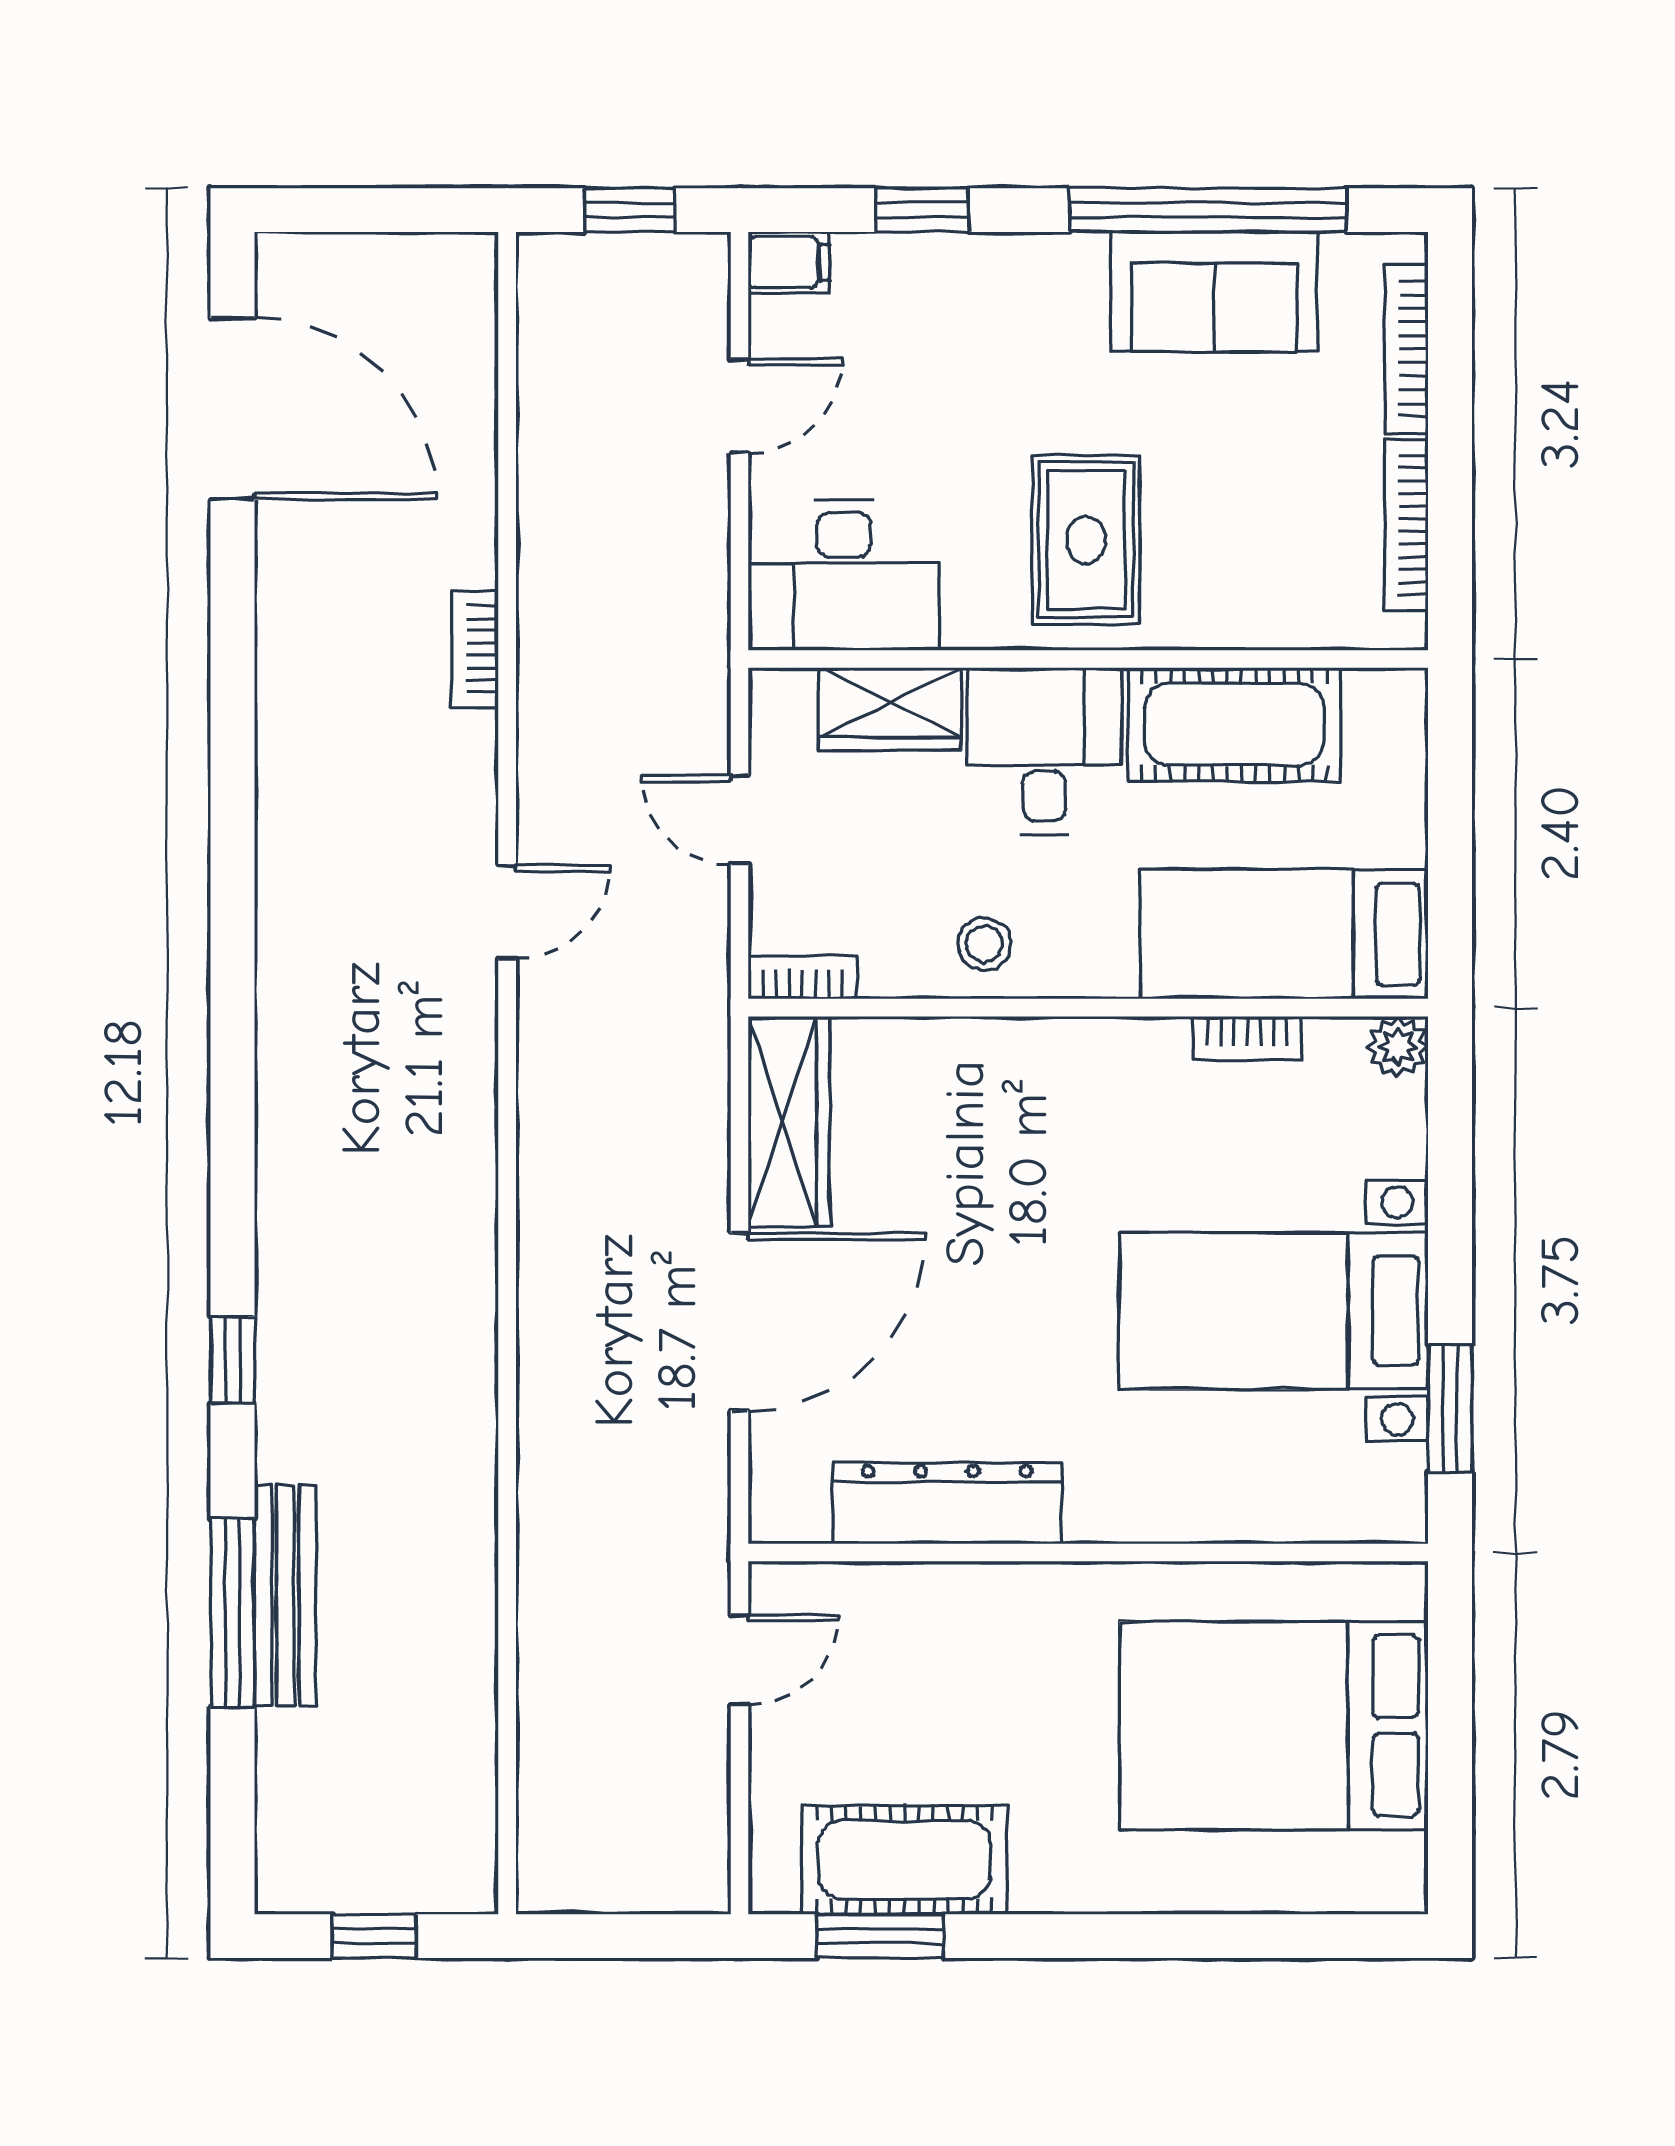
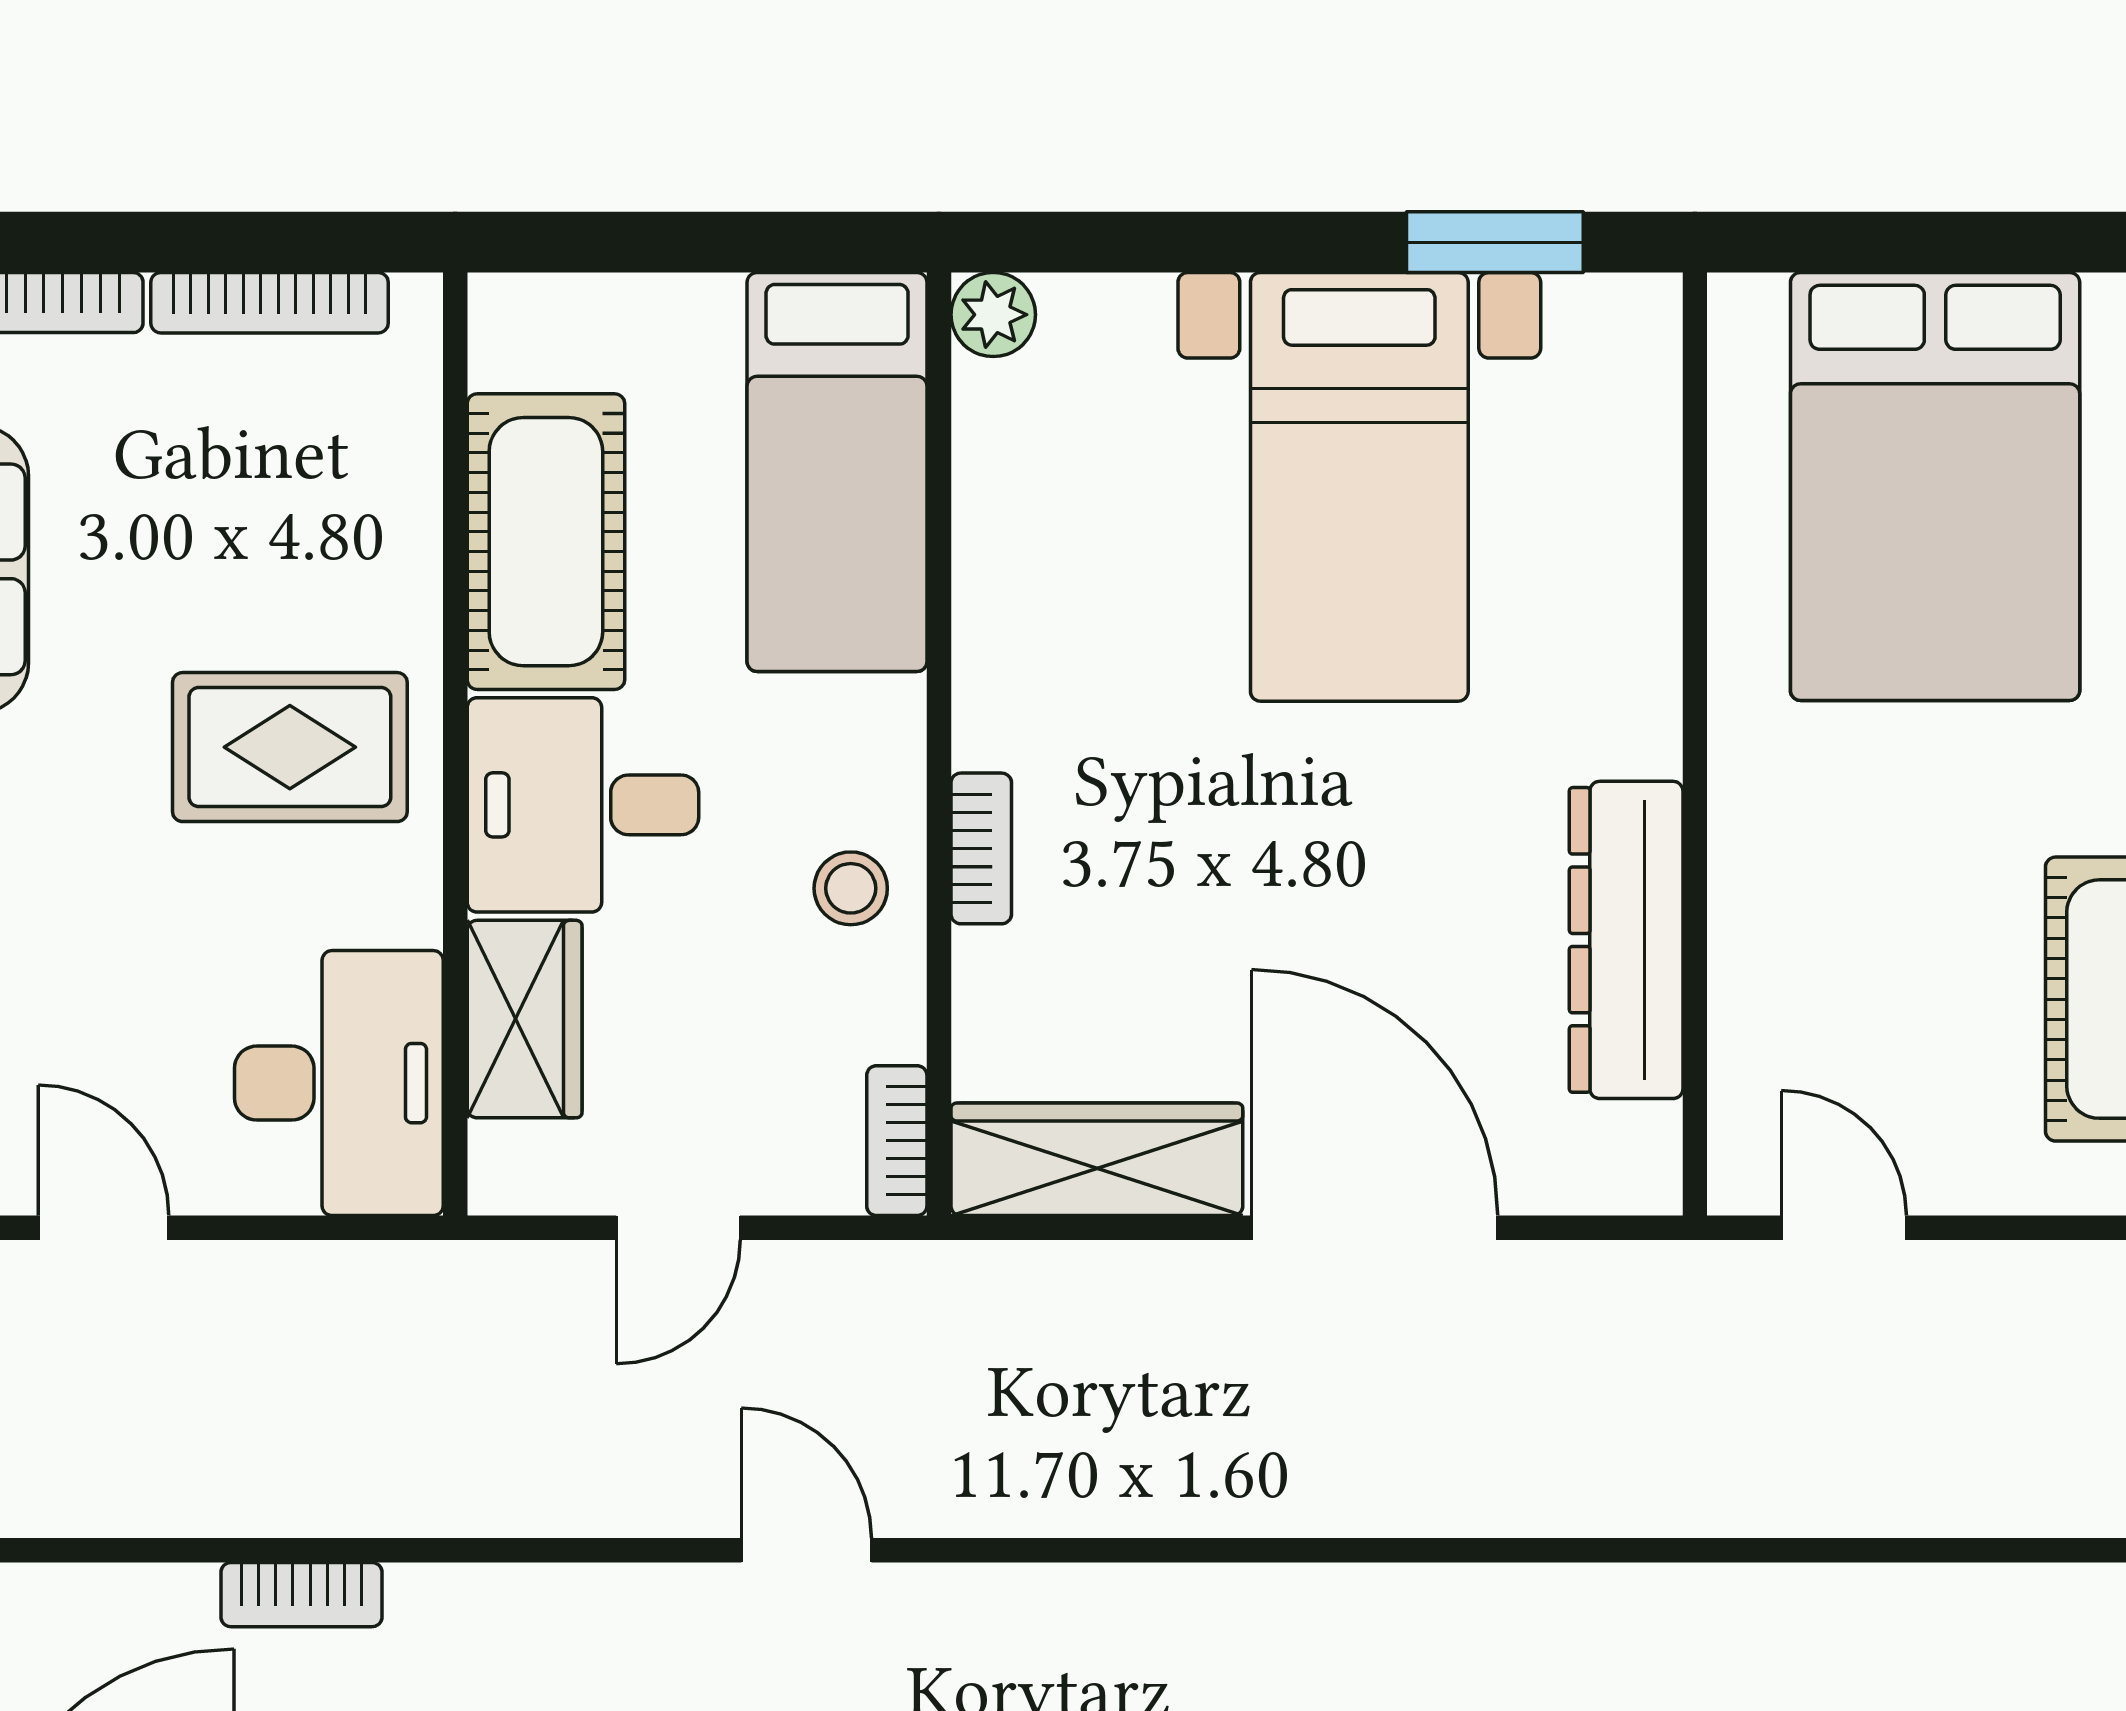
bookcase: (475, 649) -> (301, 1595), moved
bookcase: (1247, 1038) -> (981, 848), moved

